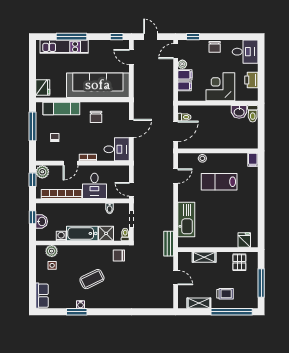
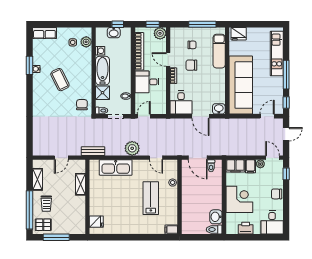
window: (71, 37) -> (286, 75), moved
filing cabinet: (185, 86) -> (235, 166), width x2.00
washbasin: (123, 109) -> (219, 109), added
chair: (96, 117) -> (191, 65), moved
plant: (166, 202) -> (132, 148), added
pallet: (239, 262) -> (43, 225), moved

